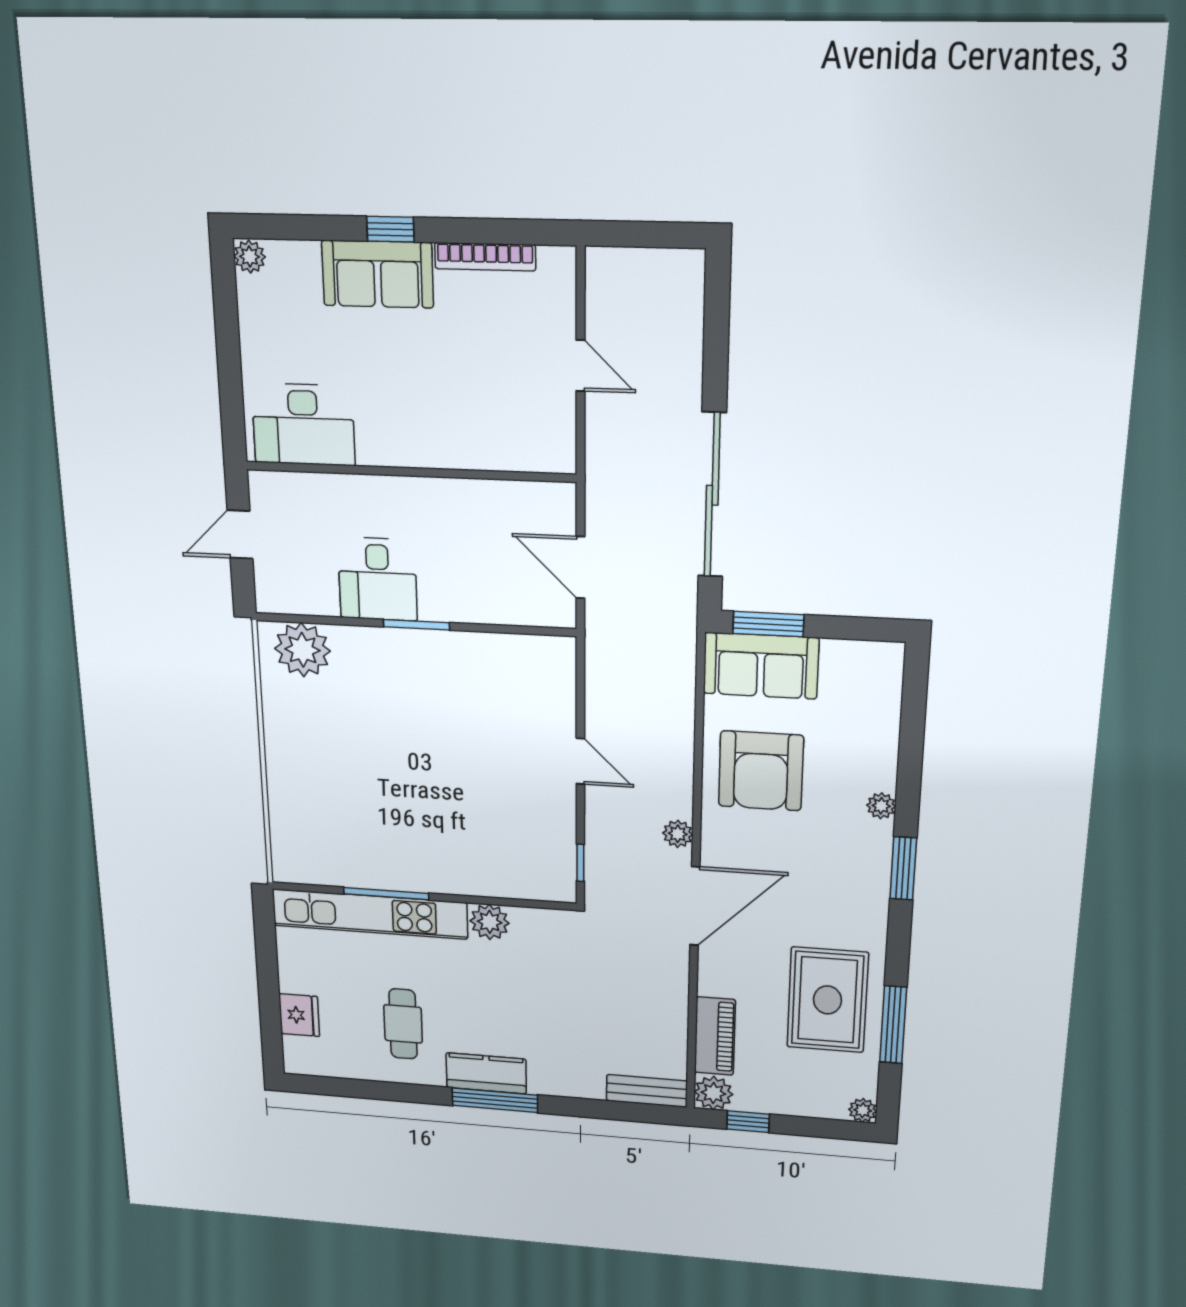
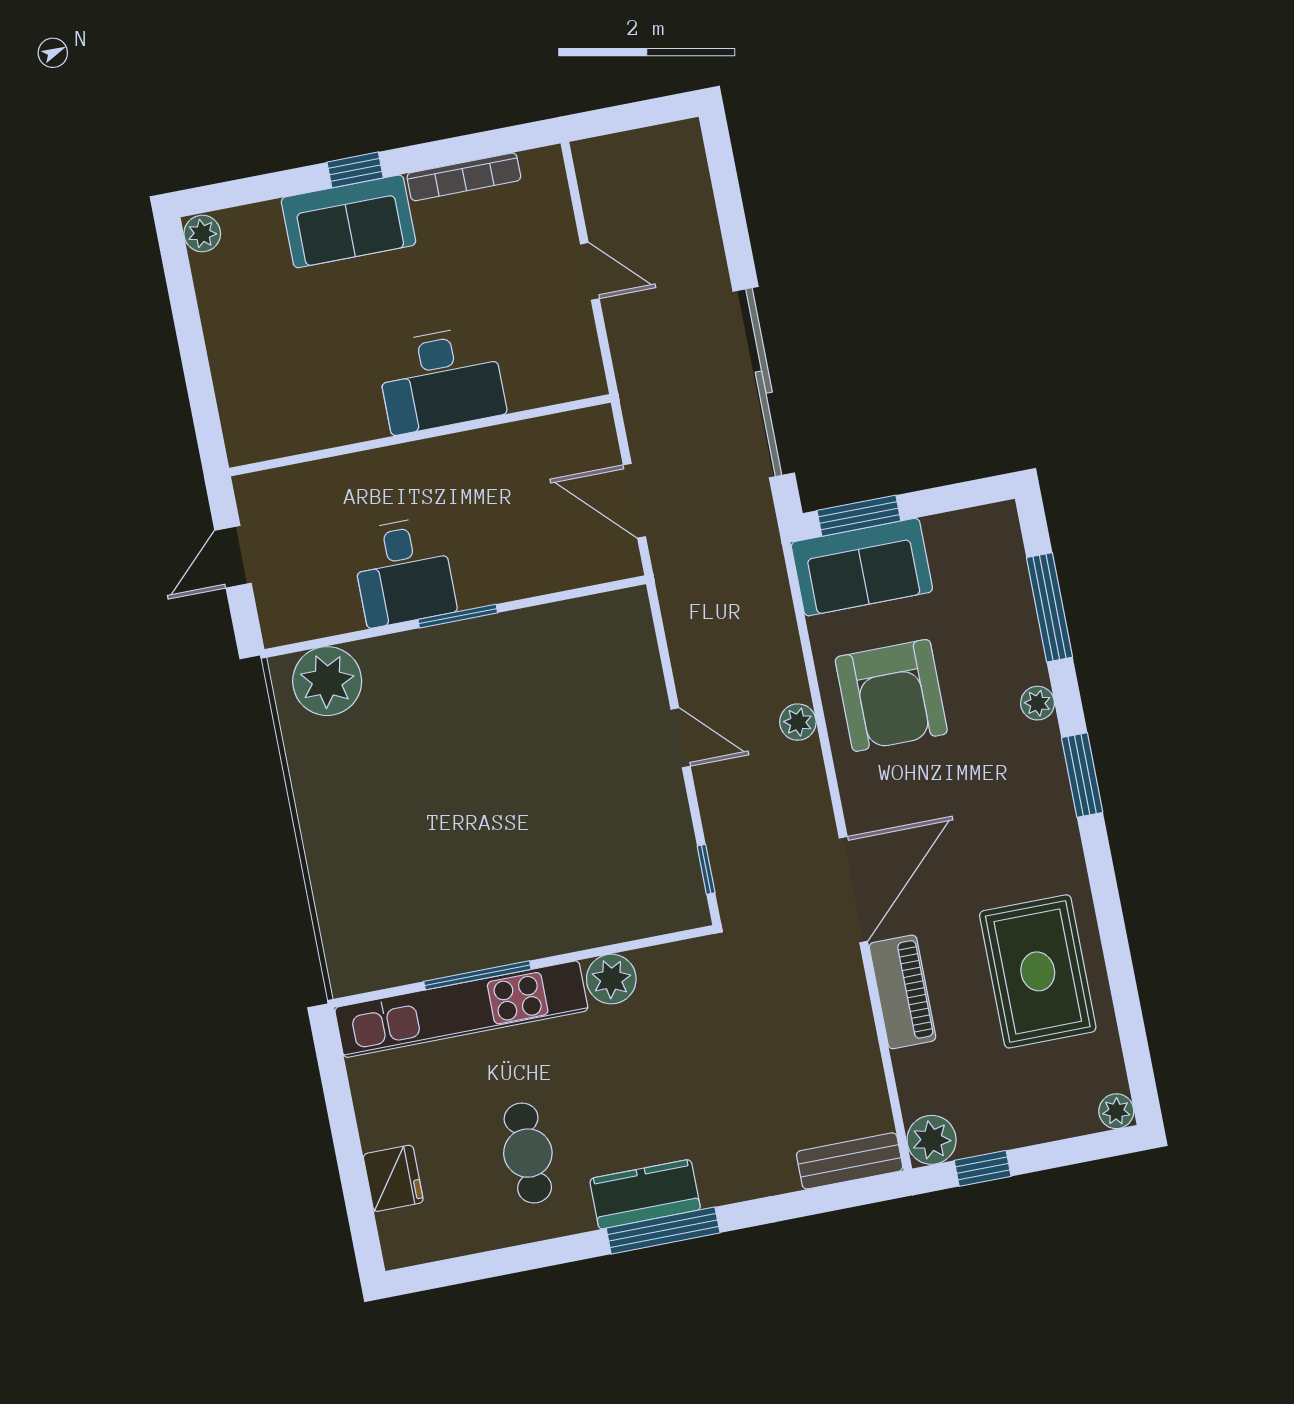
desk: (303, 424) -> (441, 379), moved
plant: (678, 834) -> (798, 722), moved
window: (893, 1025) -> (1050, 607), moved
piano: (715, 1036) -> (902, 992), moved

